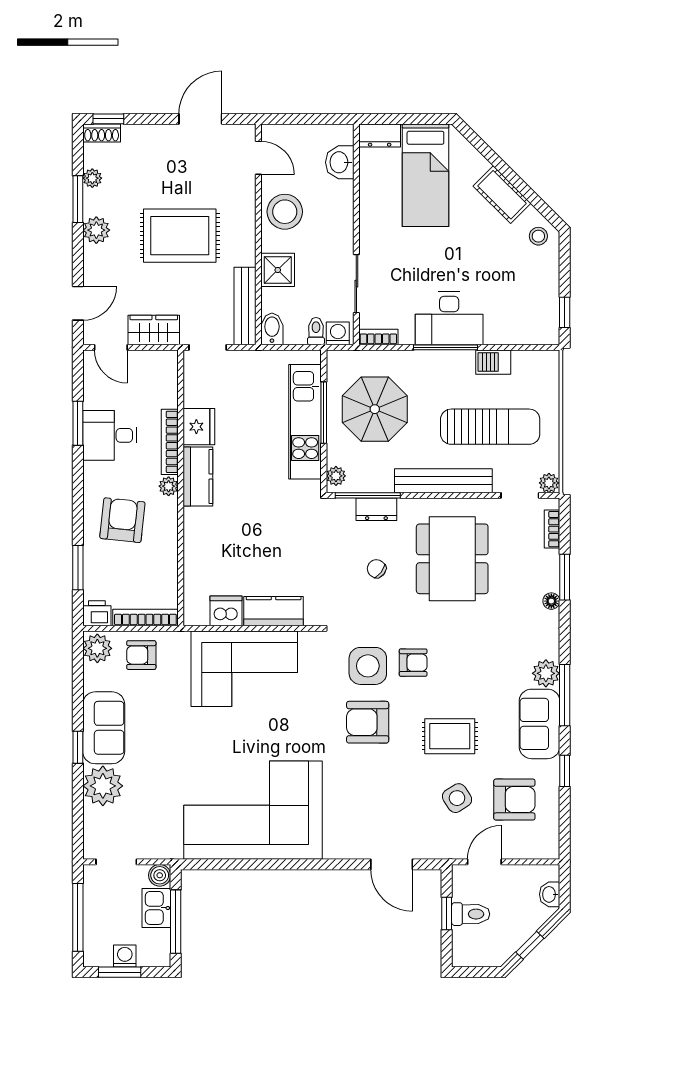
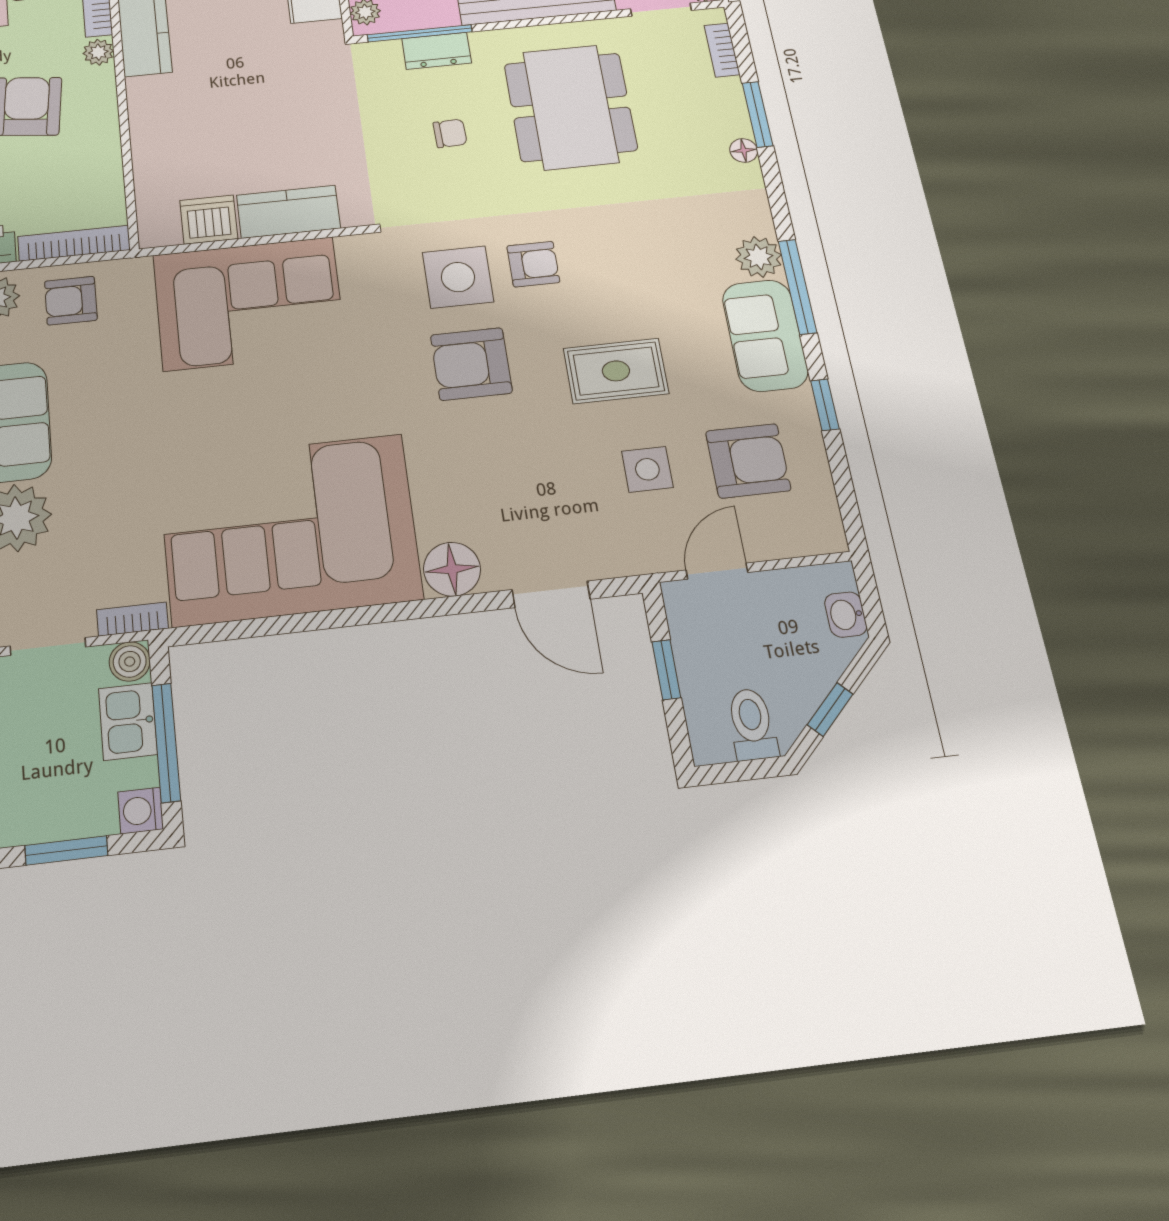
chair: (377, 569) -> (450, 133), turned 140
side table: (457, 798) -> (647, 469), turned 33
floor lamp: (340, 844) -> (452, 569), added
bookcase: (163, 852) -> (132, 619), added
toilet: (471, 914) -> (752, 724), moved, turned -90
washing machine: (125, 956) -> (141, 811), moved, turned -90

